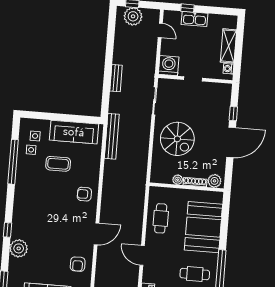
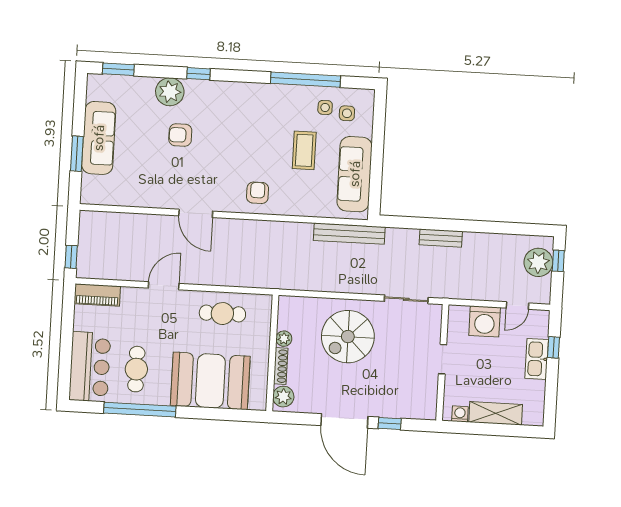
washing machine: (169, 66) -> (485, 321), moved, turned 90
armchair: (78, 264) -> (180, 135), moved

